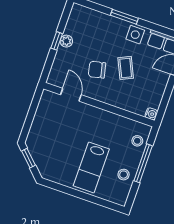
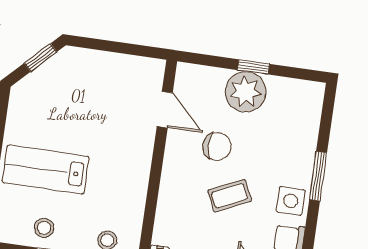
plant: (66, 41) -> (246, 92), width x1.88, depth x1.88
chair: (97, 70) -> (217, 146), turned 103
door: (71, 95) -> (165, 110), hinge flipped

